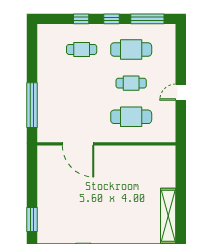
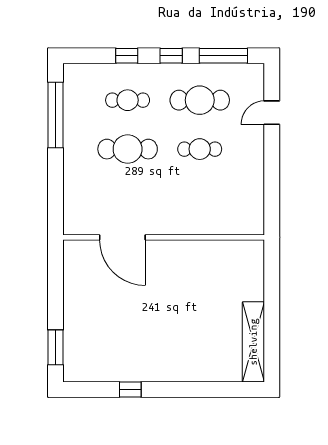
door: (181, 92) -> (272, 113), moved
window: (32, 105) -> (56, 115), moved
cafe table: (131, 117) -> (128, 149), moved

